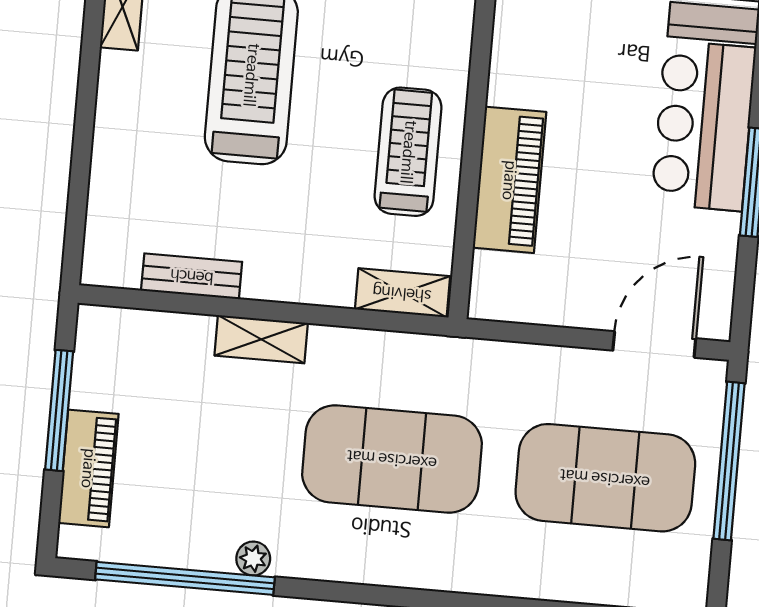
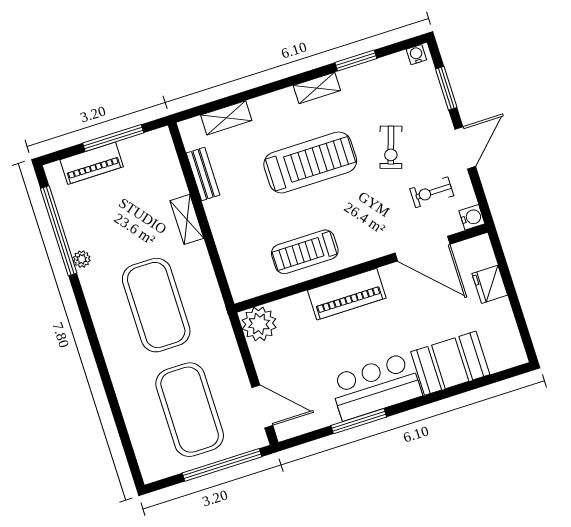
treadmill: (408, 152) -> (305, 252), turned 180
piano: (509, 180) -> (347, 294), moved
plant: (503, 288) -> (259, 324), added
shelving: (402, 293) -> (226, 118), moved, turned 90

